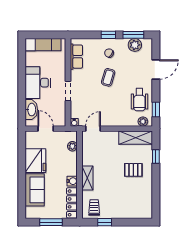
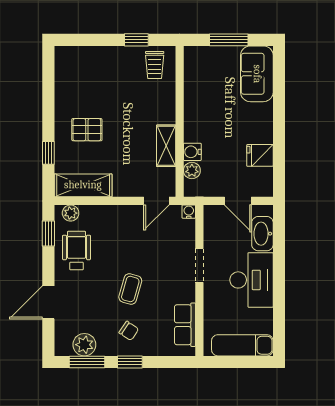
fridge: (35, 161) -> (260, 155), width x0.53, depth x0.75
shelving: (87, 178) -> (166, 146), moved
water cooler: (72, 181) -> (192, 152), moved
sofa: (35, 190) -> (257, 74), moved
locker: (72, 203) -> (193, 73), removed

